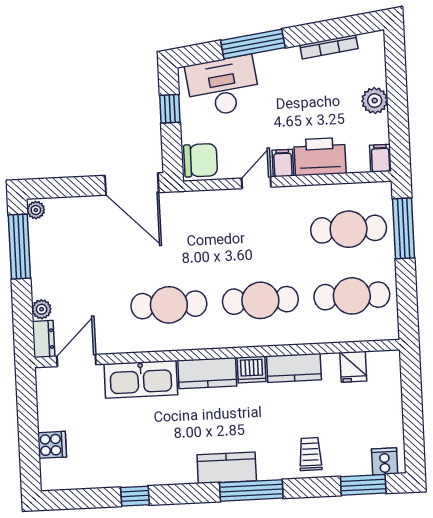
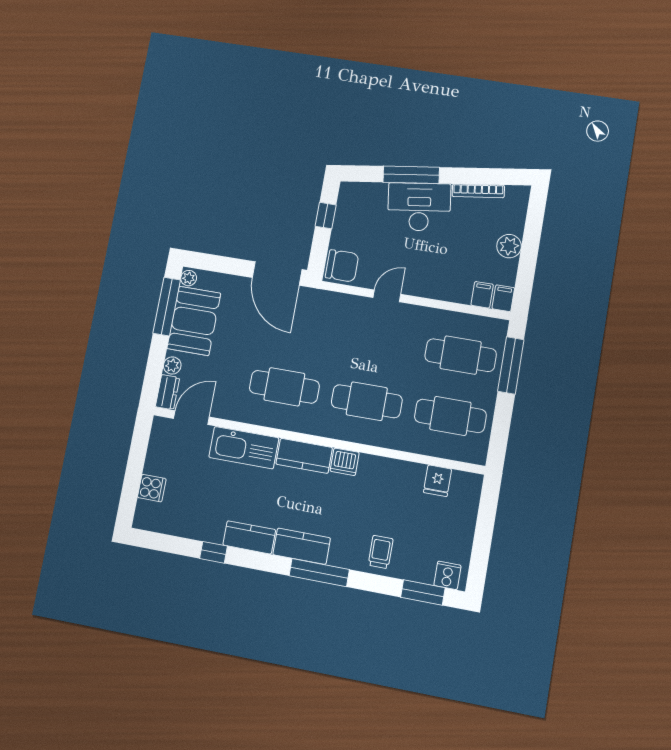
desk: (223, 86) -> (419, 207), moved
printer: (320, 157) -> (449, 285), removed
filing cabinet: (283, 163) -> (482, 295), moved
booth: (53, 256) -> (194, 321), added
kitchen counter: (294, 368) -> (249, 537), moved, turned 180

